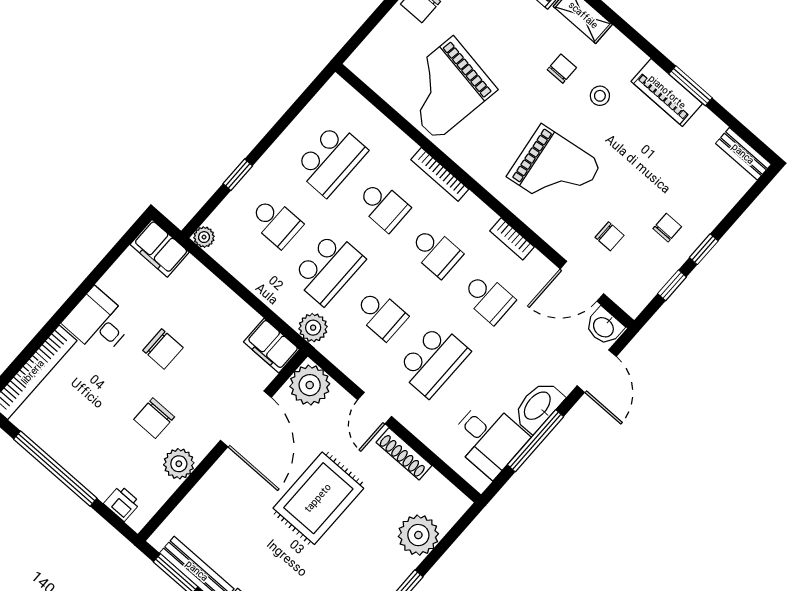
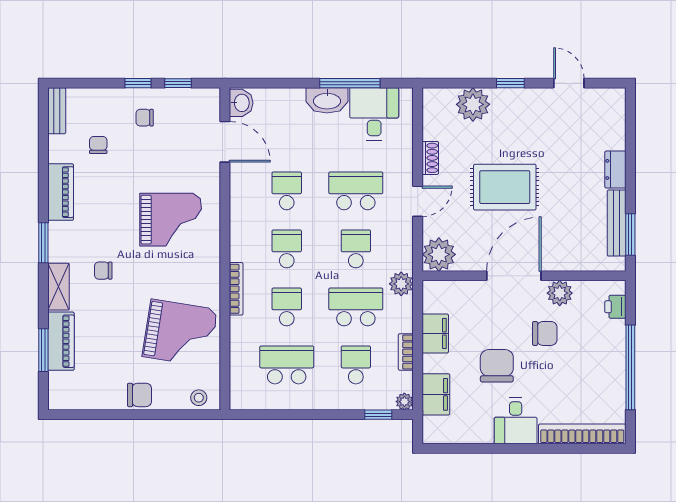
window: (691, 86) -> (43, 243), moved
stool: (600, 96) -> (199, 398), moved
grand piano: (554, 170) -> (171, 220), turned 98
window: (238, 175) -> (378, 415), moved
chair: (610, 236) -> (98, 145), moved
bookcase: (512, 239) -> (406, 352), moved, turned 180
filing cabinet: (160, 248) -> (436, 394), moved
filing cabinet: (272, 346) -> (435, 333), moved
chair: (163, 349) -> (497, 366), width x1.37, depth x1.37
door: (597, 371) -> (273, 83), removed
door: (246, 419) -> (514, 276), moved
shoe rack: (404, 454) -> (430, 158), width x0.70

